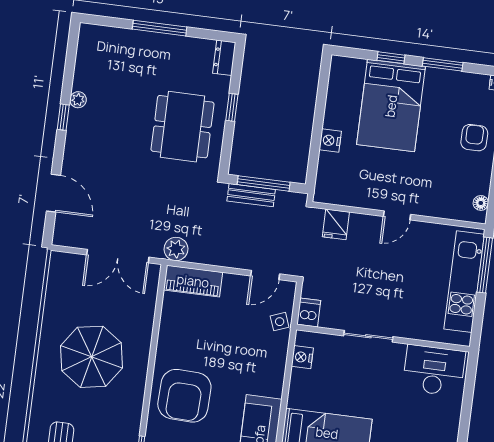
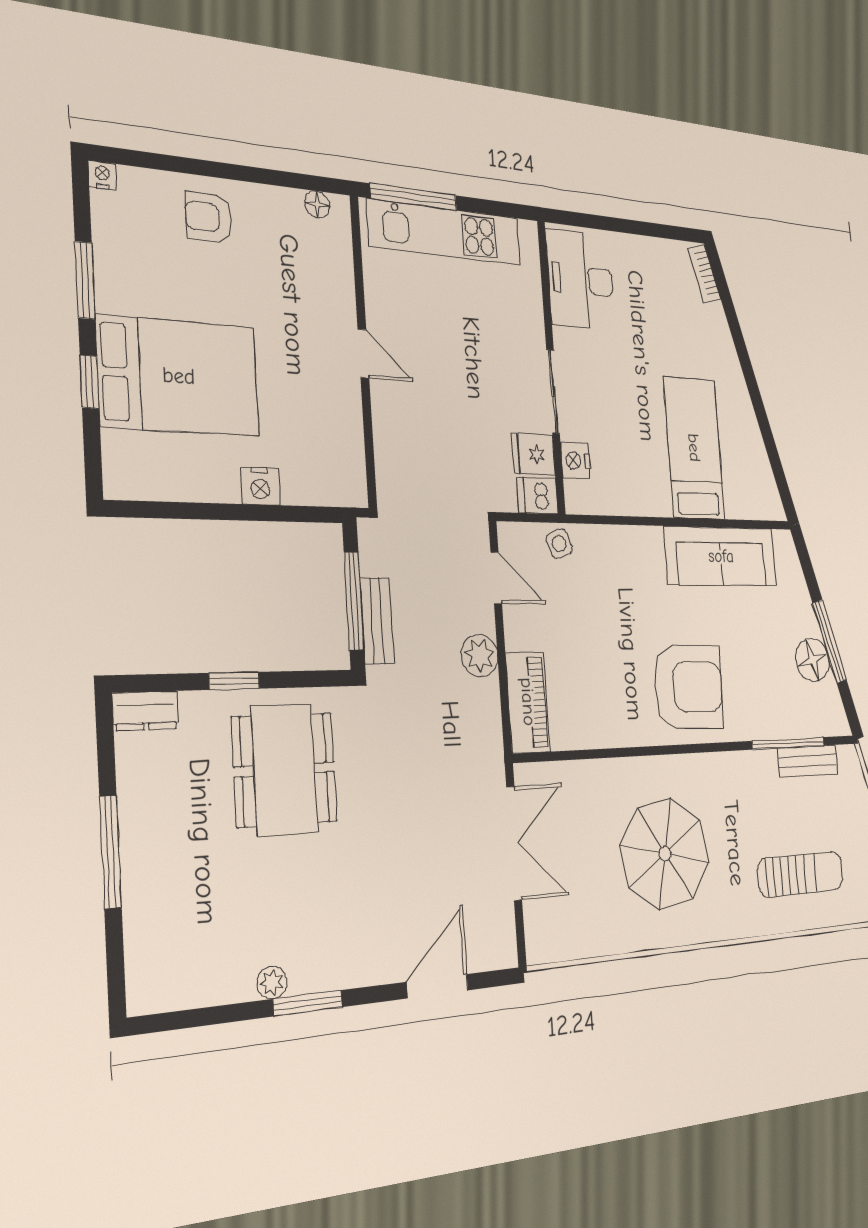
window: (63, 117) -> (308, 1003), width x1.50
dining table: (182, 127) -> (285, 769), turned 90
fridge: (336, 224) -> (534, 454), moved, turned 180
plant: (176, 249) -> (479, 656), moved
nightstand: (302, 357) -> (575, 461), moved, turned 90

